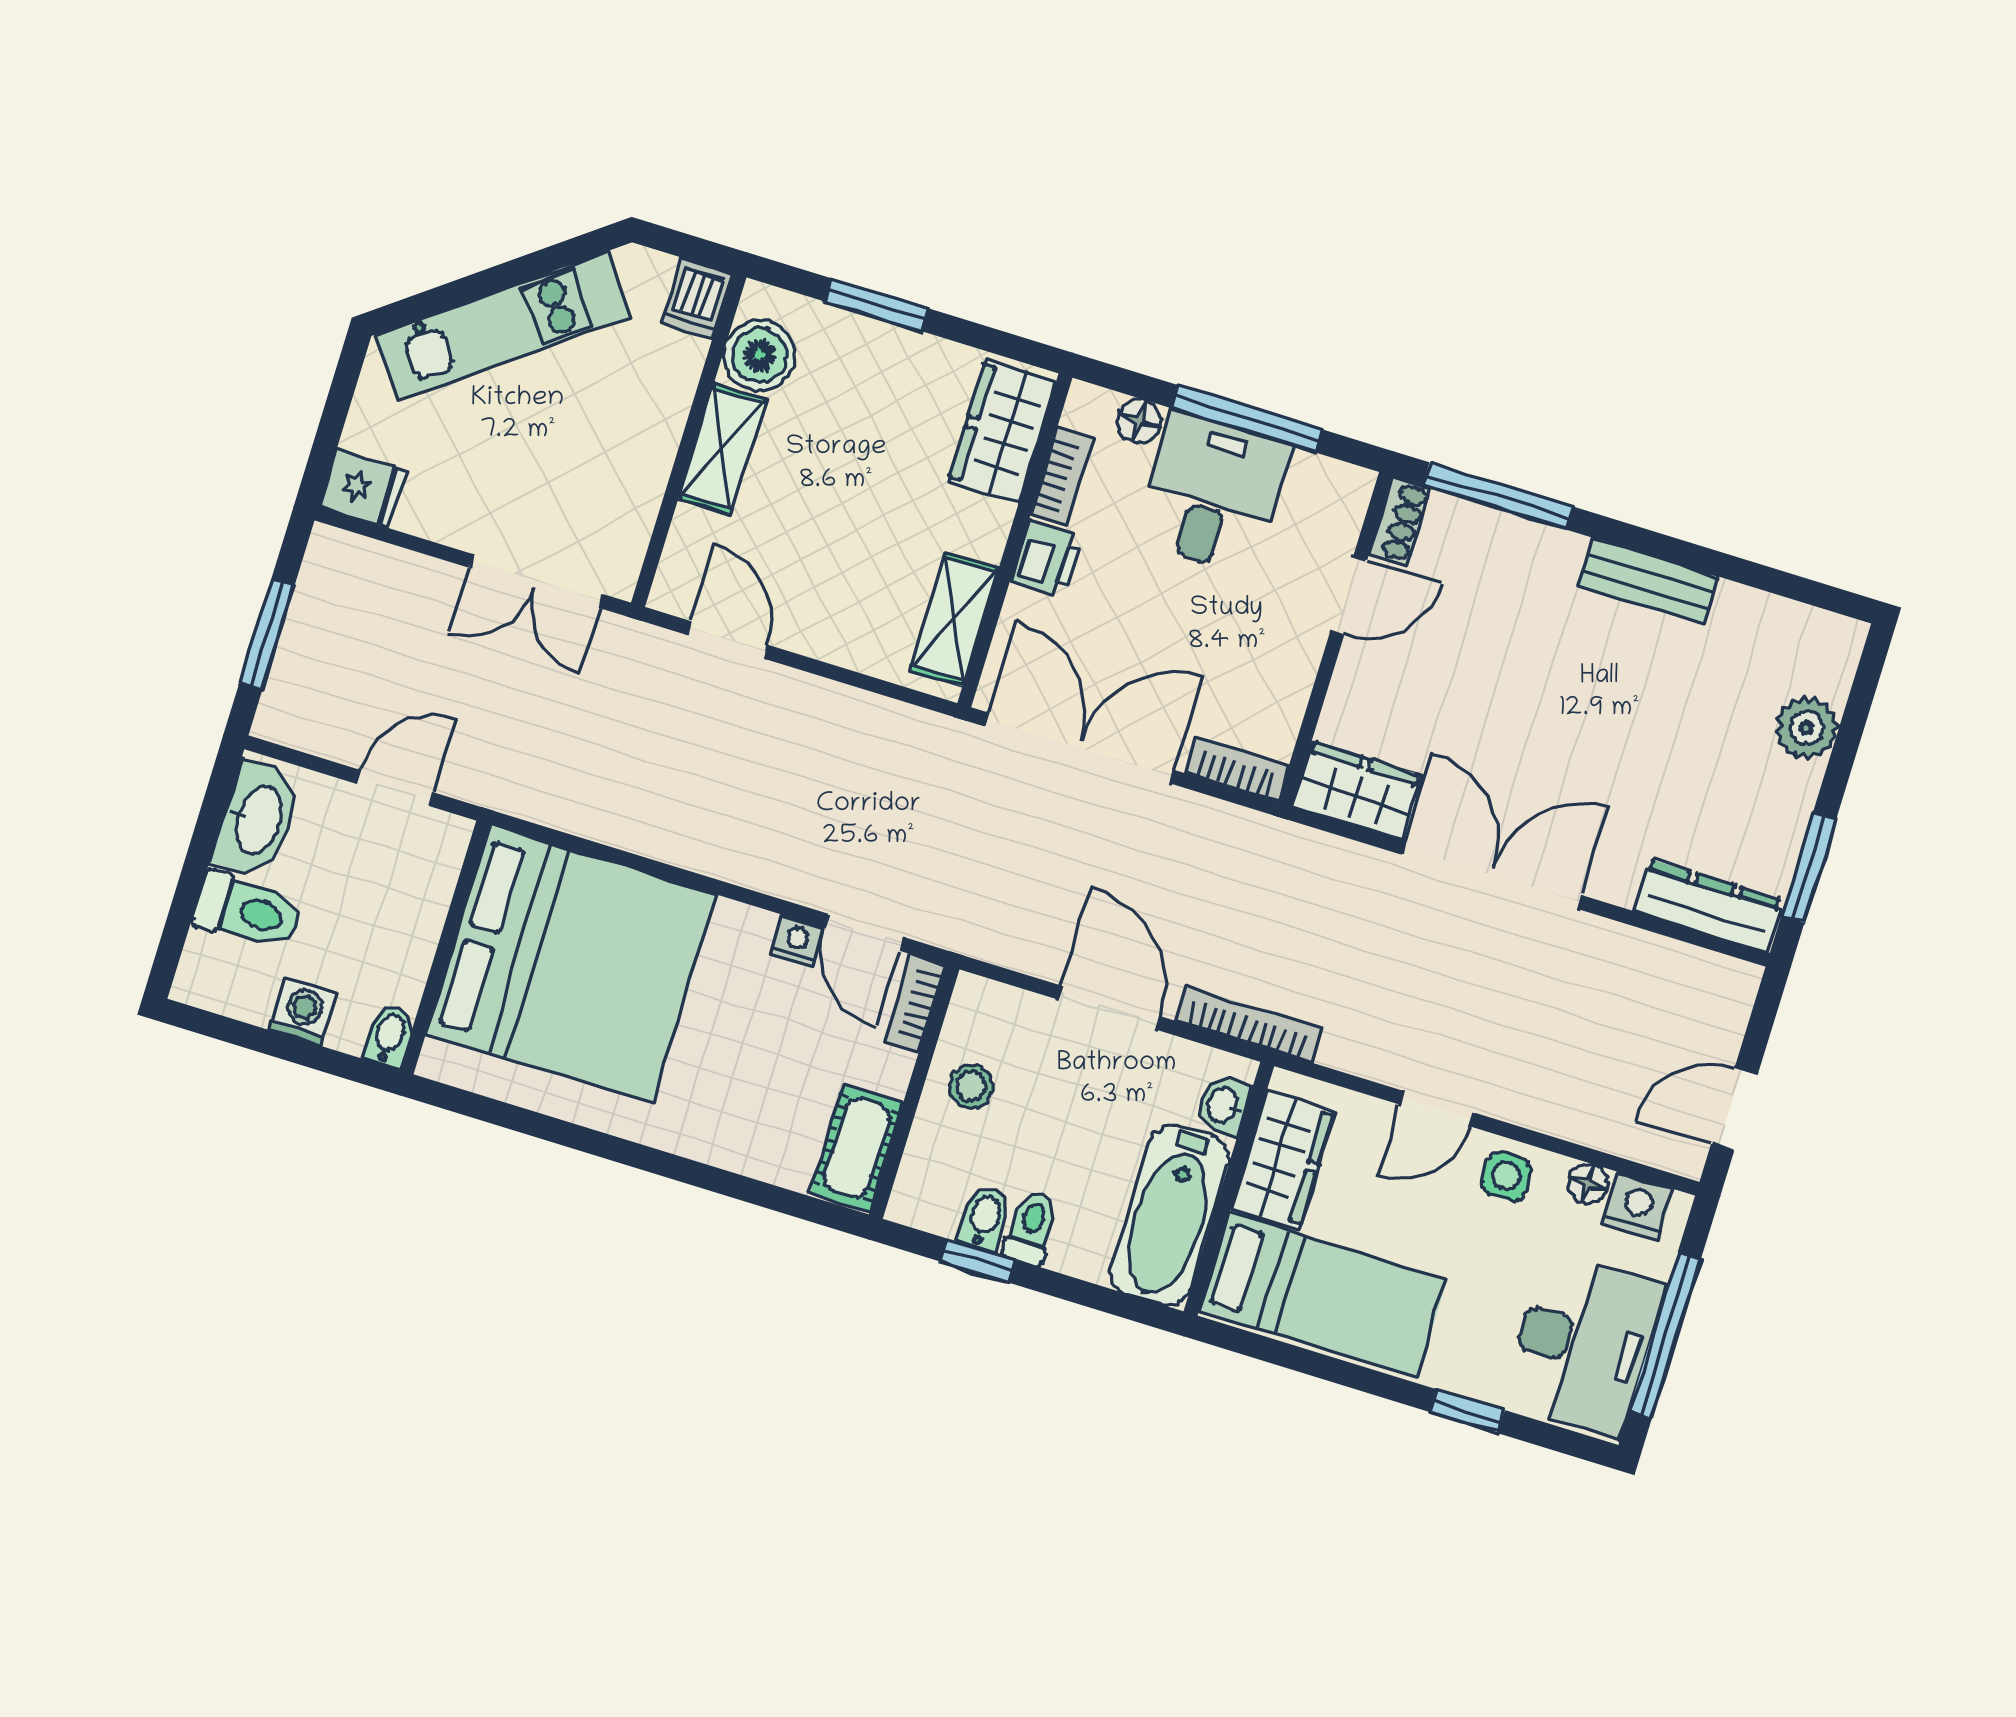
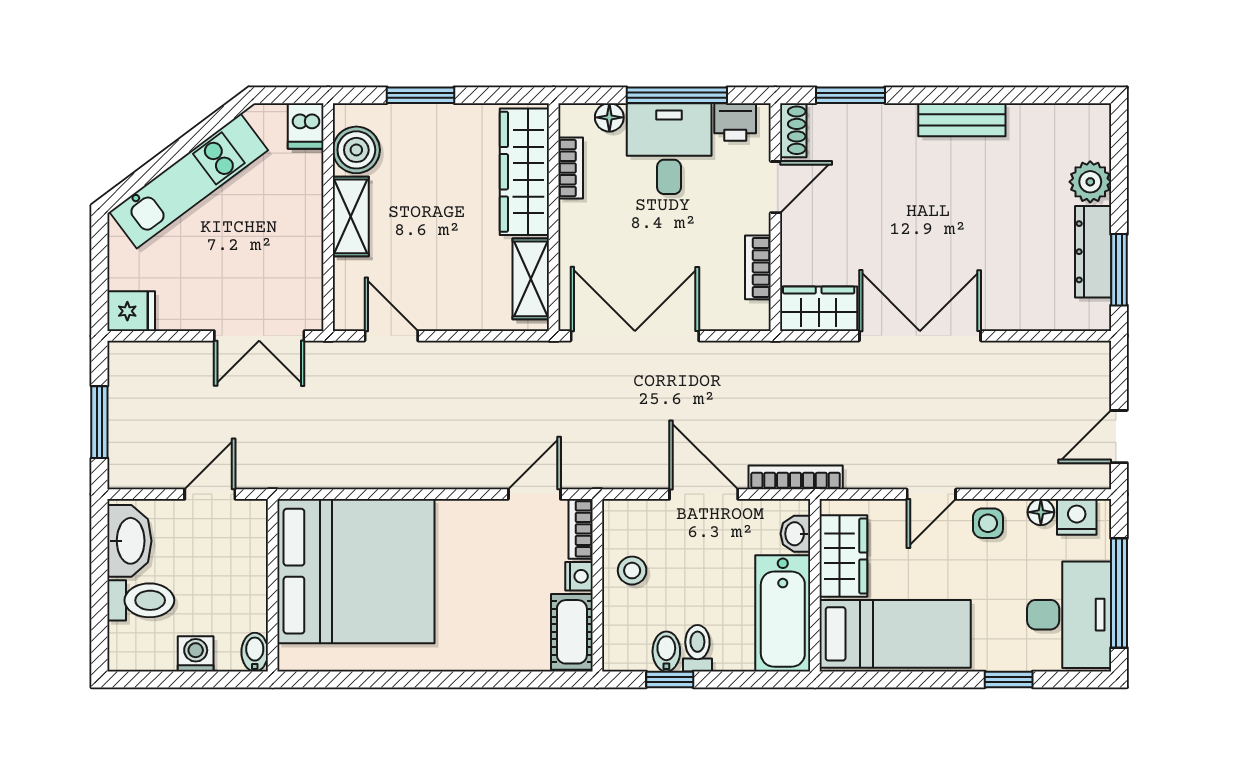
wardrobe: (1002, 431) -> (524, 172), width x1.50
window: (1498, 496) -> (850, 95), width x0.69
printer: (1047, 559) -> (735, 122), moved, turned 90
bookcase: (1237, 769) -> (758, 267), moved, turned -90
dresser: (1708, 906) -> (1093, 252), moved, turned -90
door: (864, 932) -> (534, 494), swing flipped
nightstand: (796, 941) -> (579, 576), moved, turned 90

